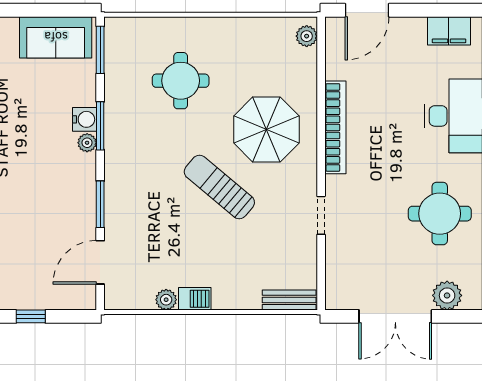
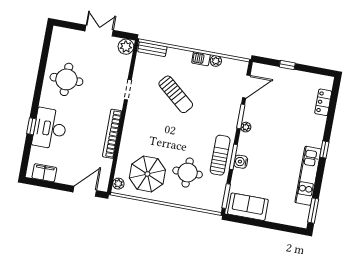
sun lounger: (126, 125) -> (220, 155), added
parasol: (266, 130) -> (147, 174), moved
plant: (87, 143) -> (246, 127), moved
sun lounger: (219, 187) -> (176, 94), moved
plant: (447, 295) -> (126, 47), moved
double door: (395, 316) -> (99, 31), width x0.73

